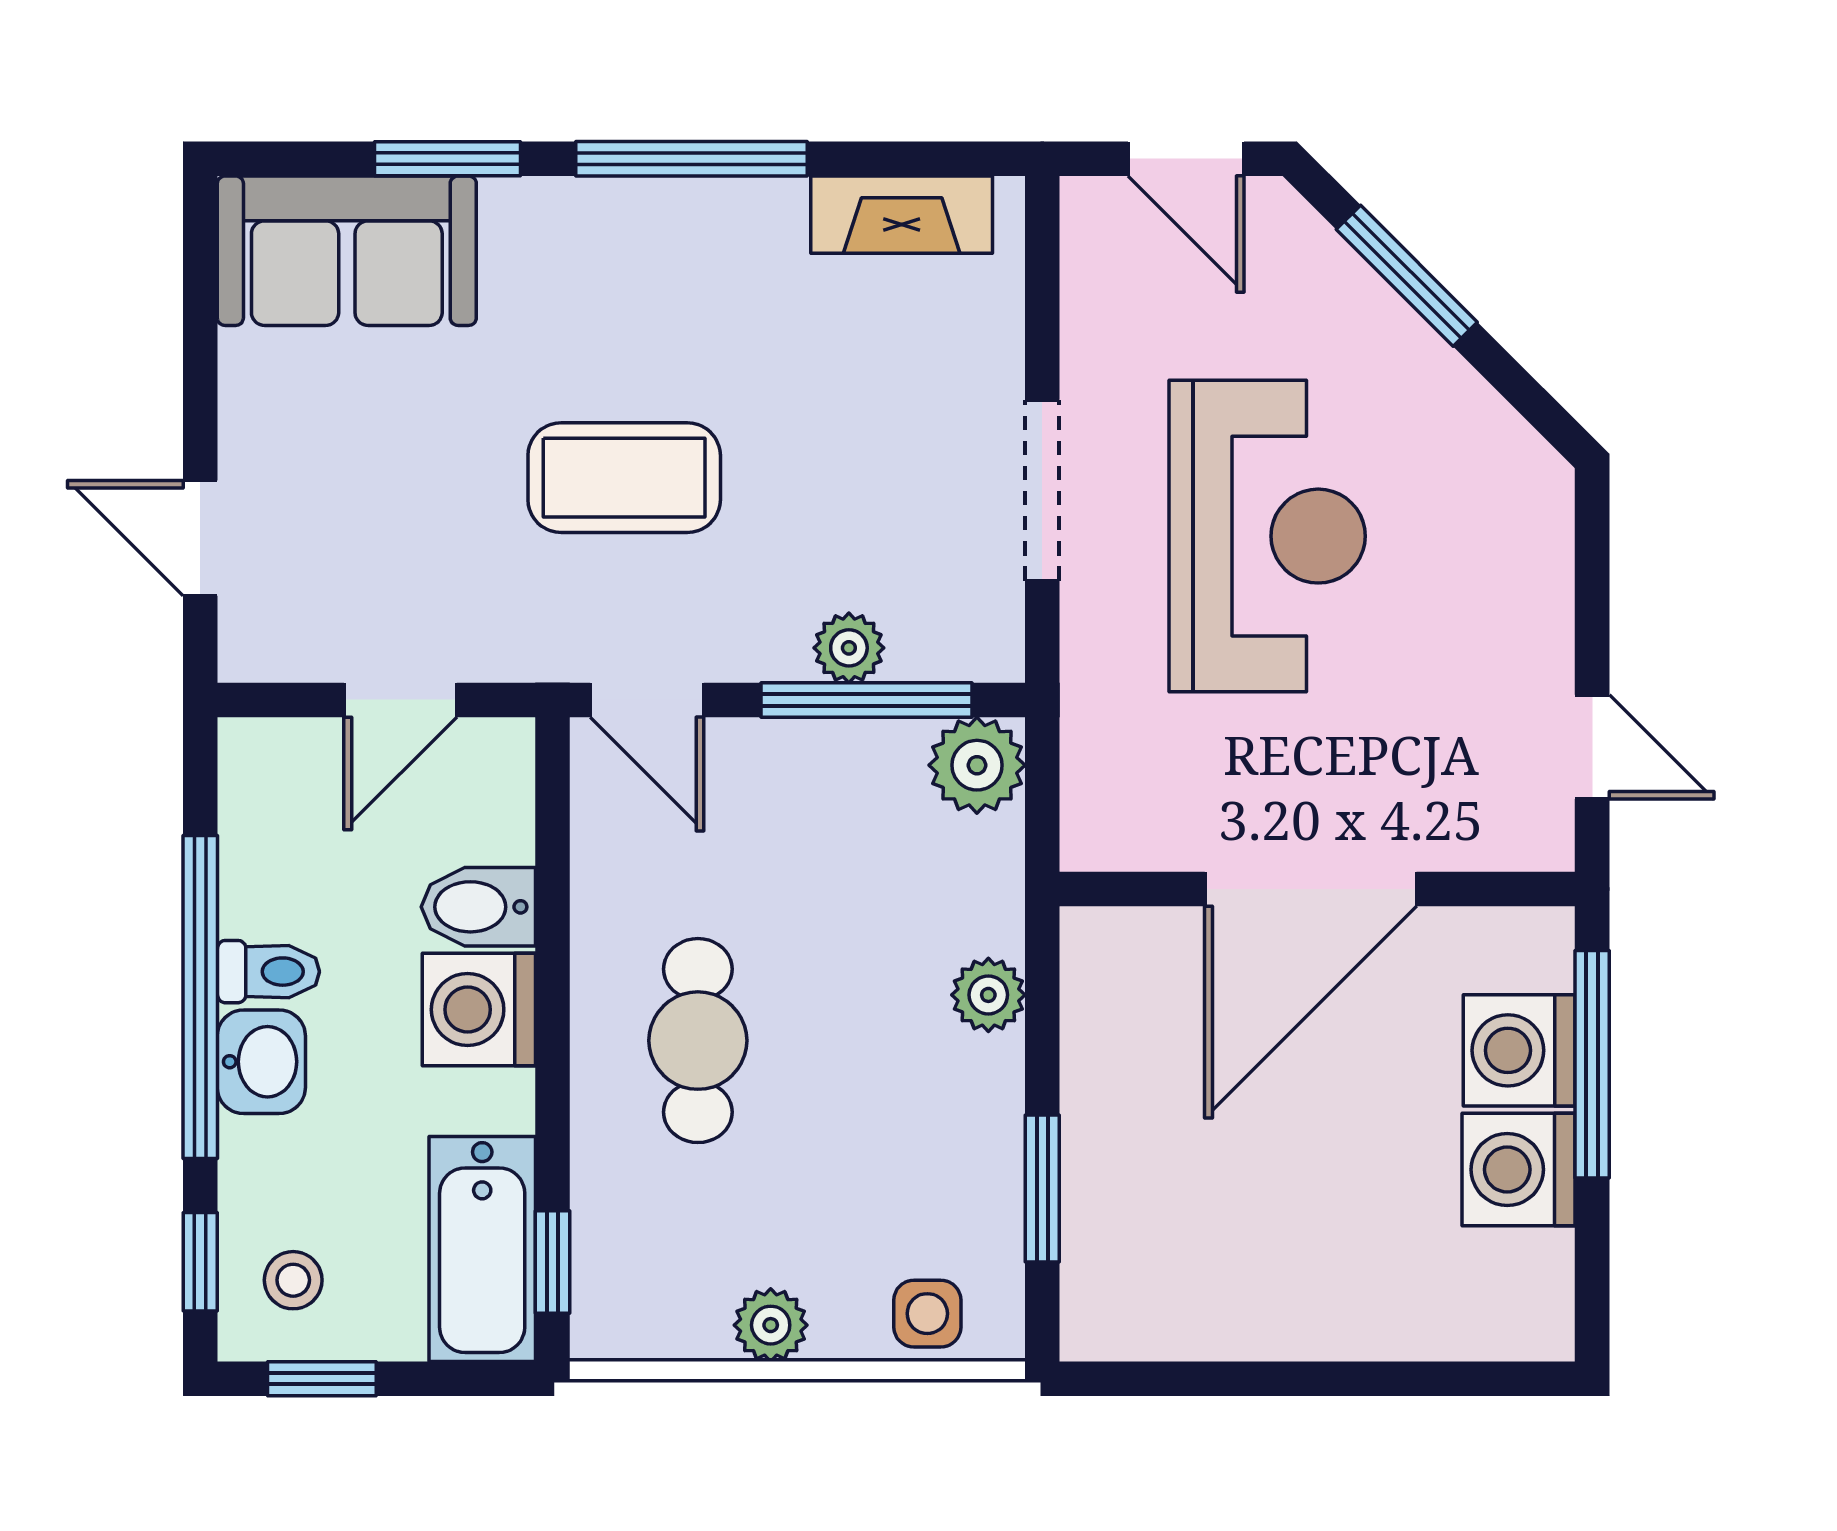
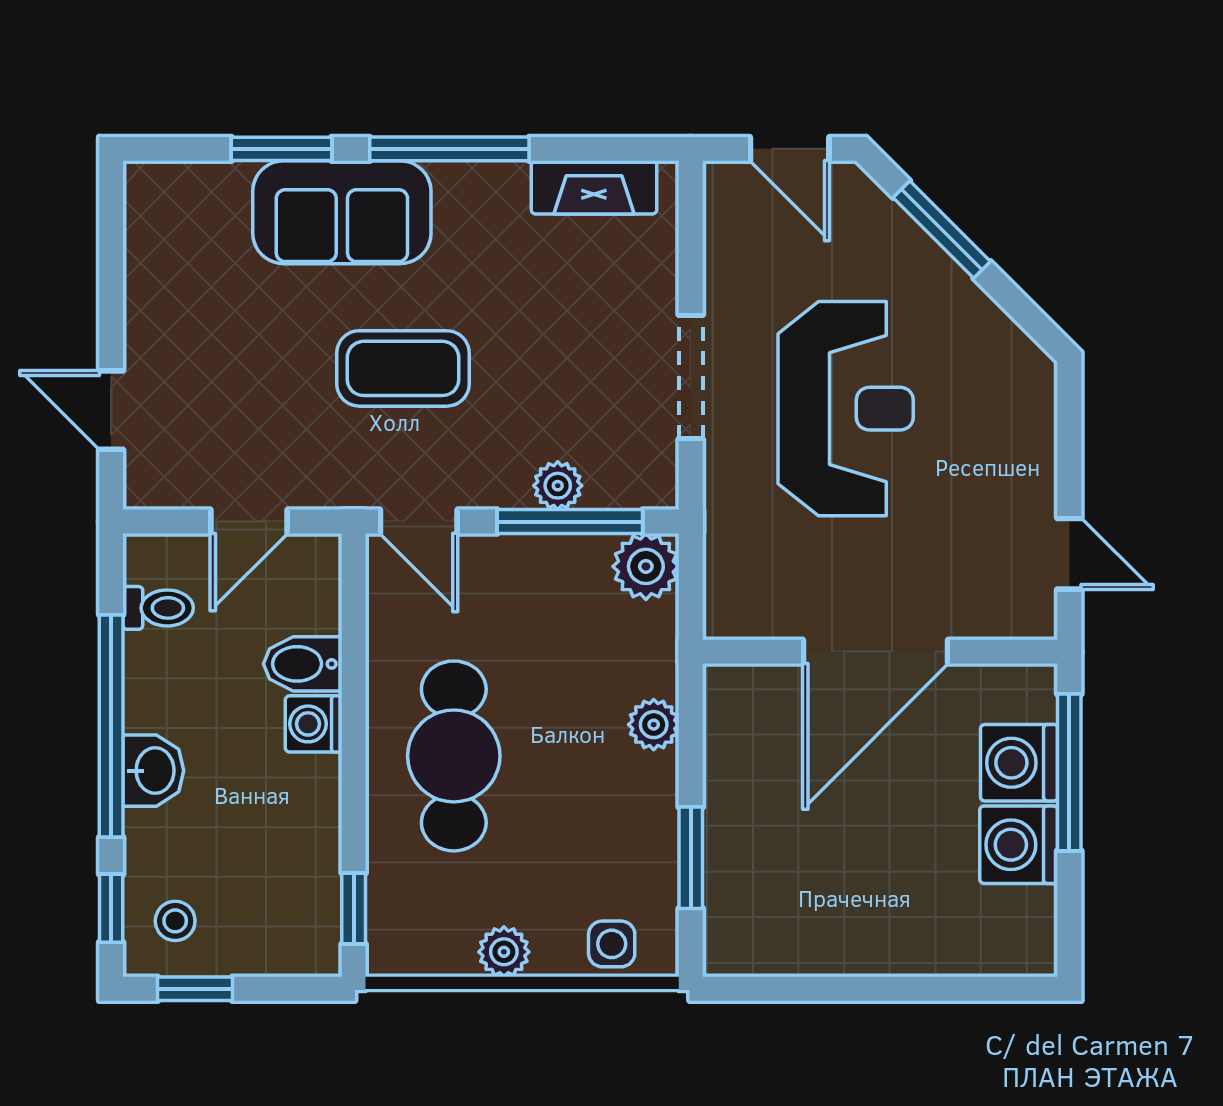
sofa: (347, 251) -> (342, 212), moved
toilet: (268, 972) -> (158, 608), moved
washing machine: (479, 1010) -> (314, 724), width x0.73, depth x0.73
cafe table: (698, 1041) -> (454, 756), width x1.37, depth x1.35
bathtub: (482, 1249) -> (305, 899), removed

